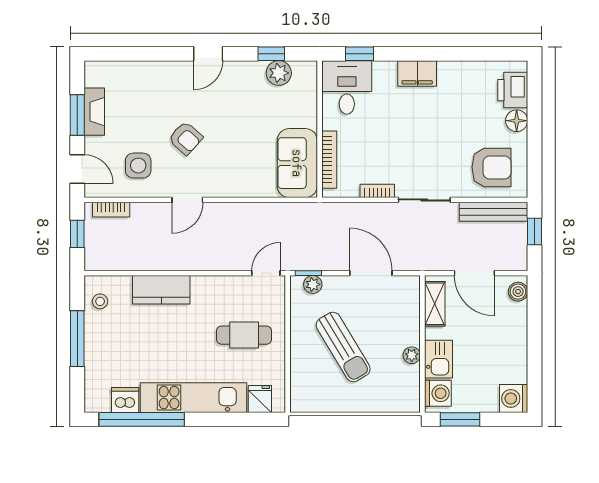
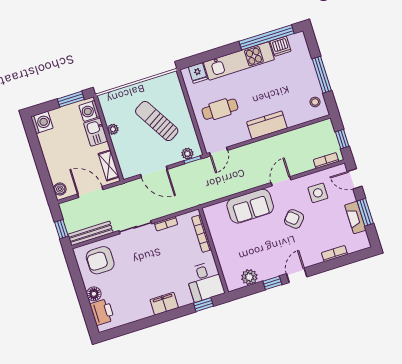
window: (271, 54) -> (272, 283), moved
bookcase: (142, 68) -> (334, 254), added
sofa: (297, 163) -> (250, 206), moved, turned 90
kitchen counter: (161, 290) -> (267, 125), moved

